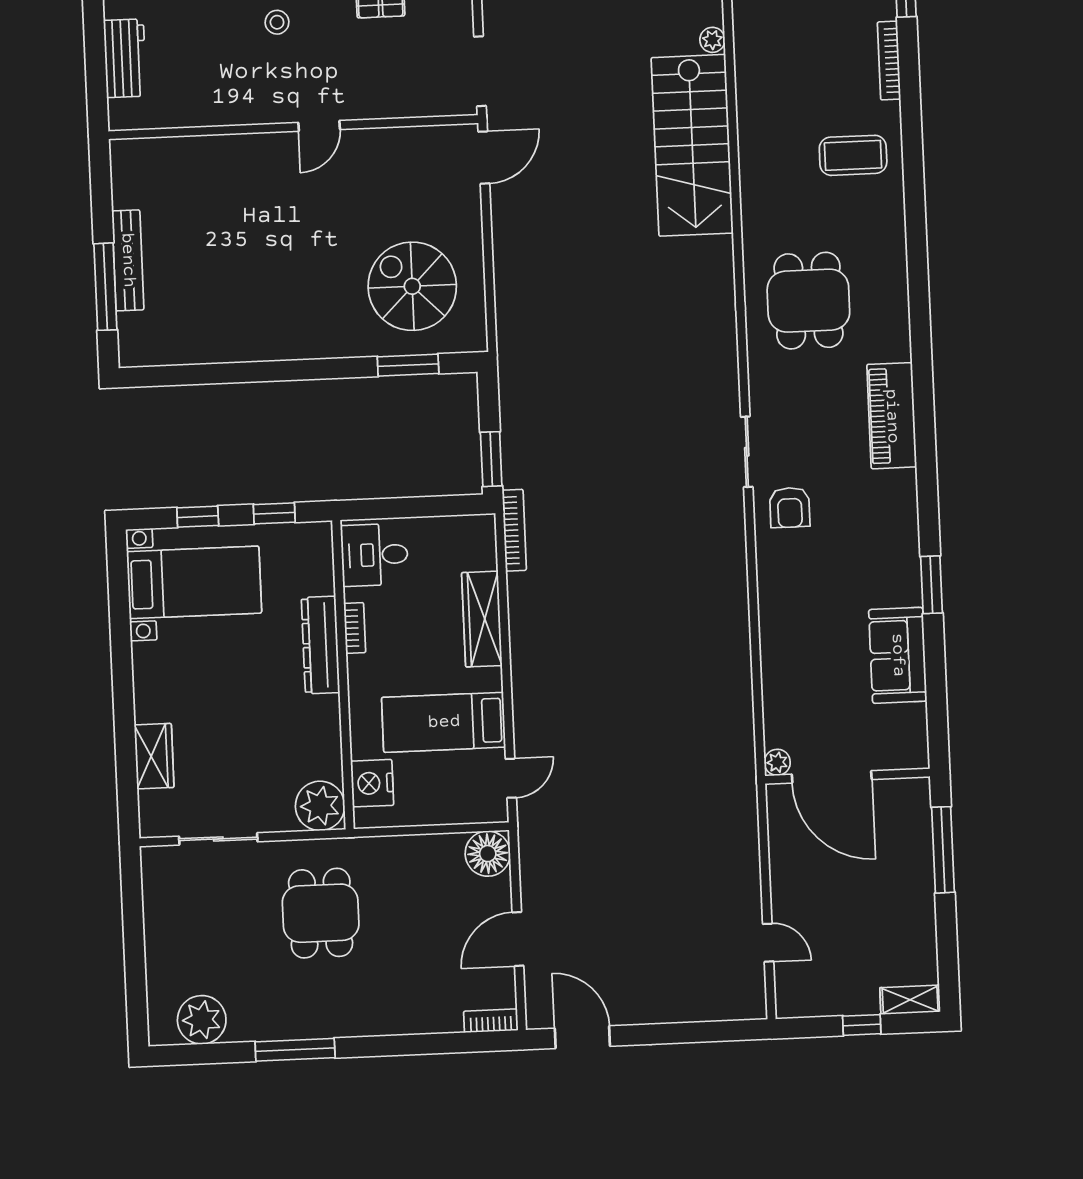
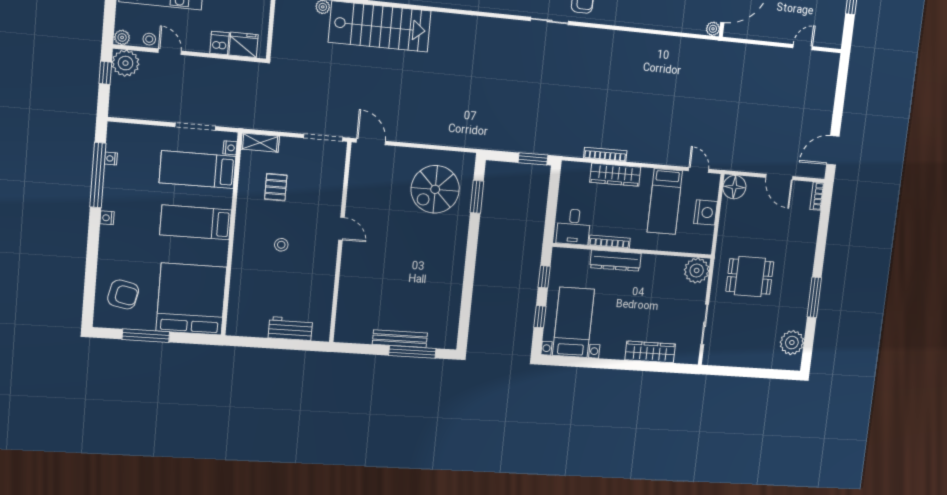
bookcase: (514, 530) -> (605, 154), moved
bookcase: (355, 628) -> (610, 242), width x1.56
wardrobe: (154, 756) -> (650, 352), width x1.50
nightstand: (372, 783) -> (706, 212), moved, turned -90

